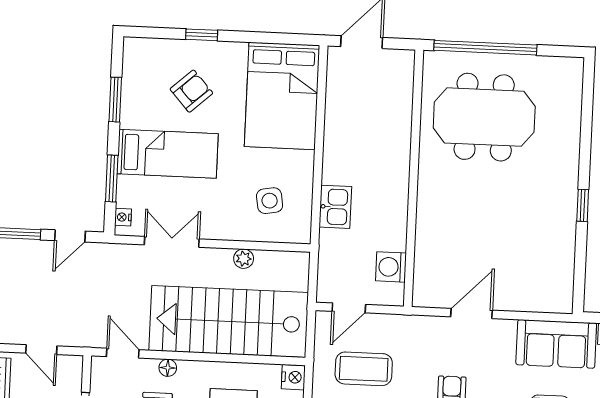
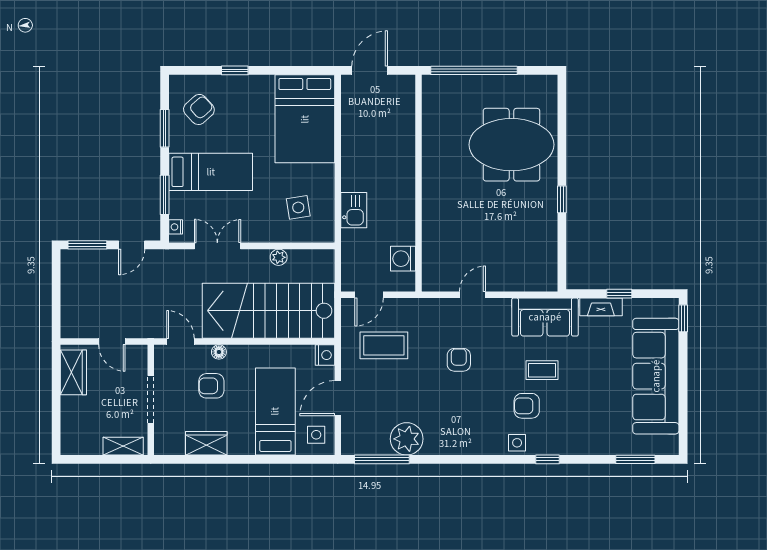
armchair: (191, 91) -> (199, 109), moved
meeting table: (484, 117) -> (511, 145), moved
door: (471, 313) -> (472, 295), width x0.73

